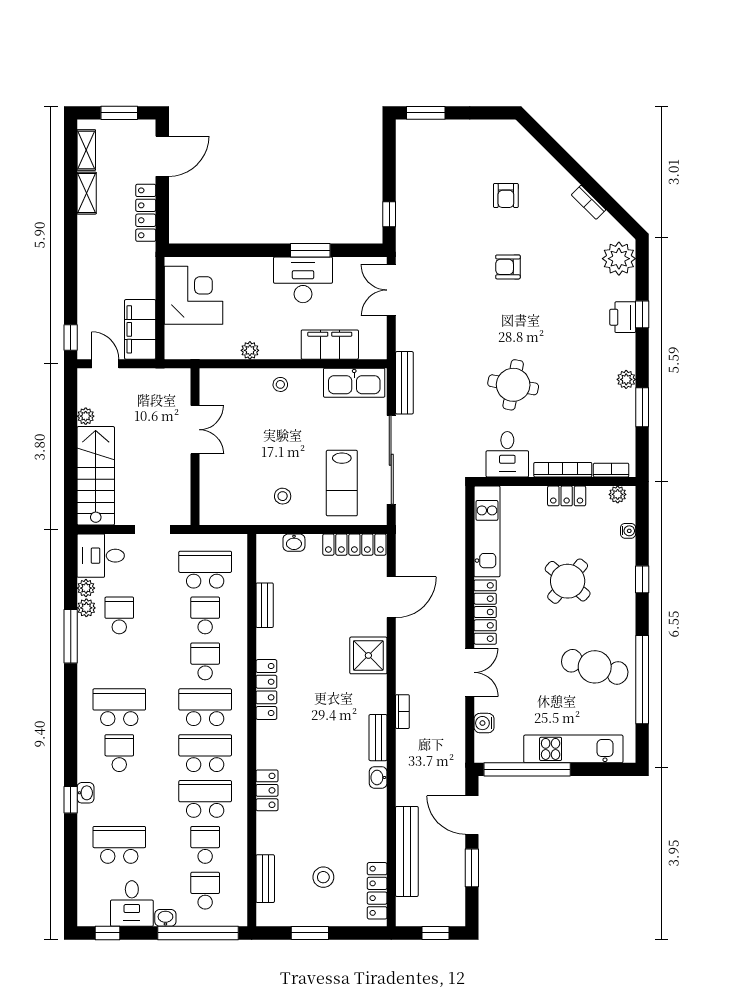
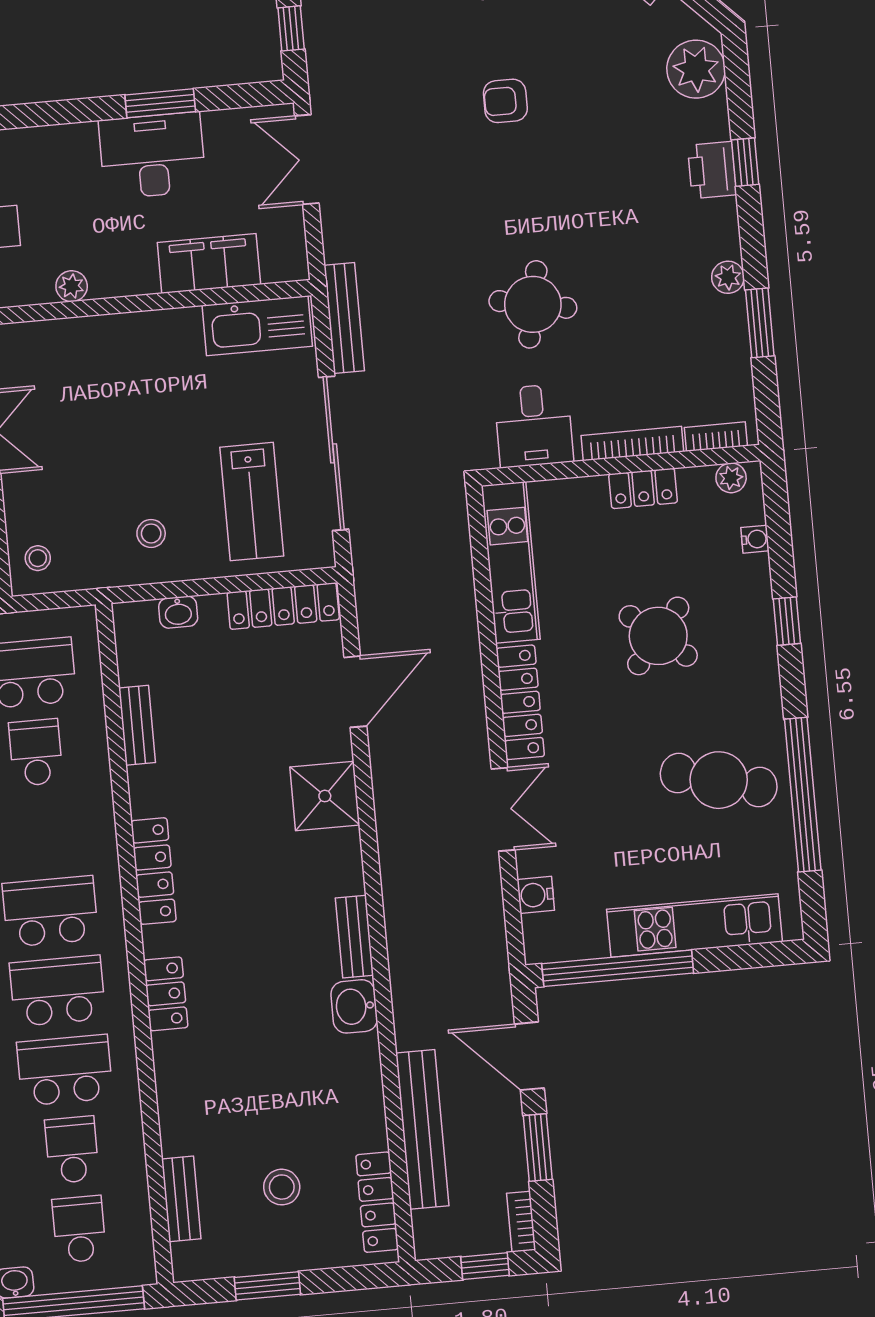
stool: (280, 384) -> (38, 558), moved
school desk: (205, 661) -> (43, 832), removed
bookcase: (402, 712) -> (521, 1222), moved, turned 180
washbasin: (378, 777) -> (354, 1006), width x1.38, depth x1.45
locker: (267, 790) -> (166, 994), moved

